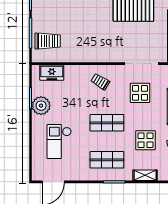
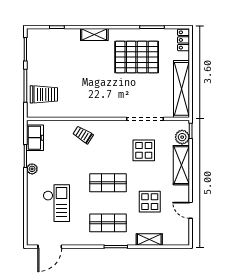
freezer: (52, 73) -> (35, 138), moved, turned -90
trolley: (100, 82) -> (83, 135), moved
plant: (41, 106) -> (32, 169), width x0.53, depth x0.53
checkout: (59, 142) -> (56, 203), turned 180

